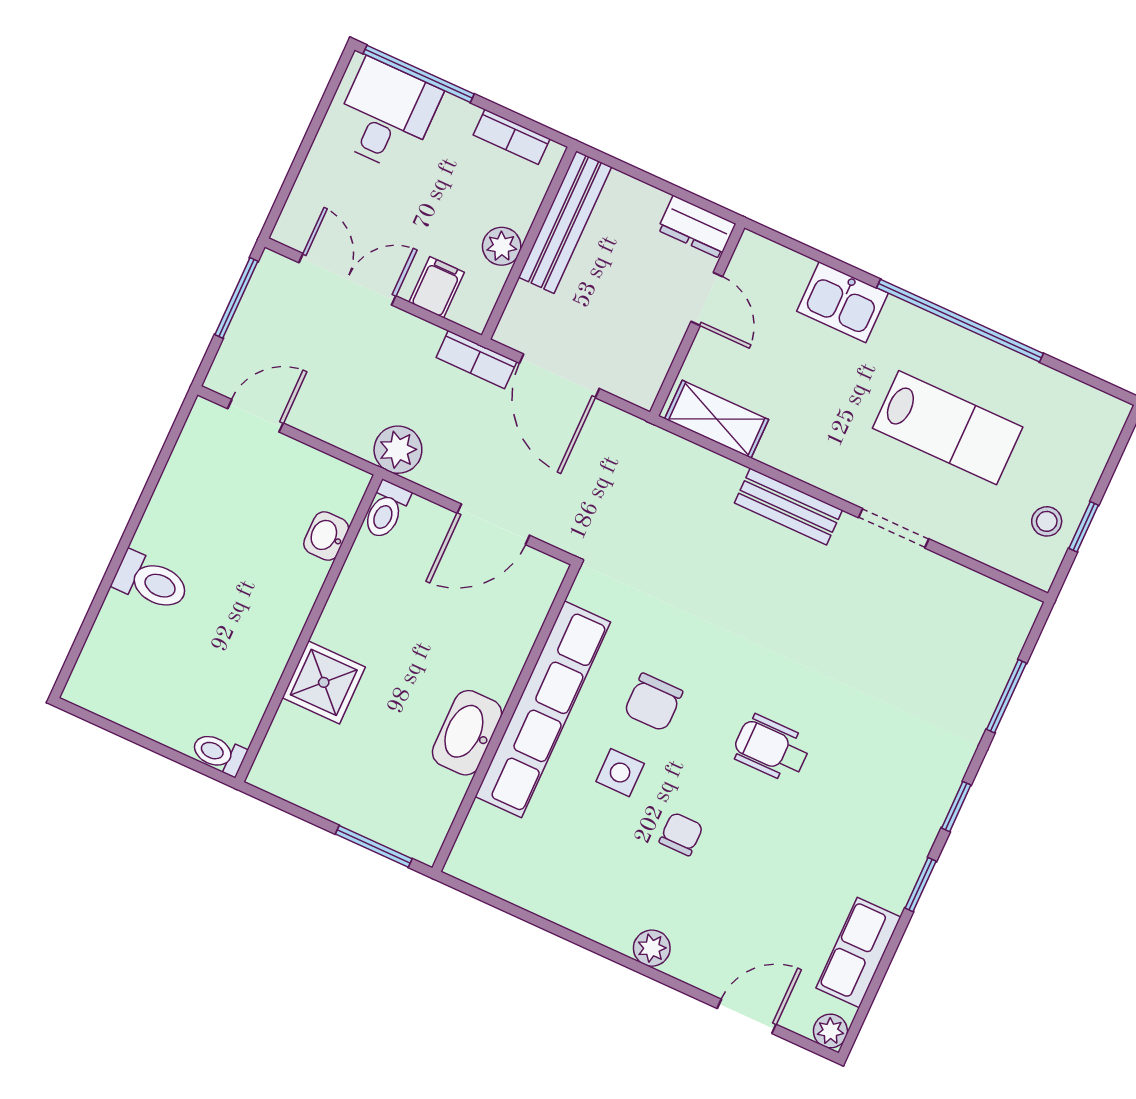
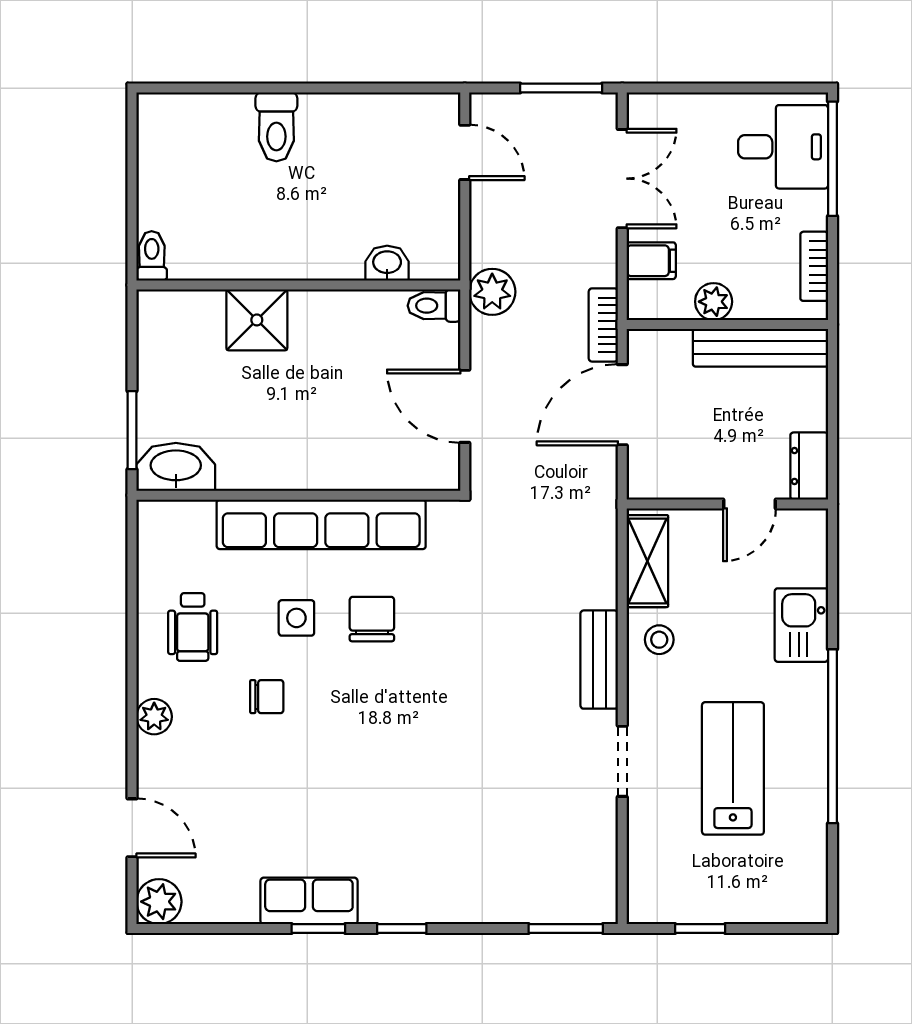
lab bench: (948, 428) -> (733, 768), turned 180
stool: (1047, 521) -> (659, 640), moved
window: (1006, 696) -> (566, 928), moved
chair: (653, 702) -> (372, 619), turned 90
washbasin: (467, 733) -> (176, 467), moved
wheelchair: (771, 748) -> (193, 627), moved, turned 180
row of seats: (858, 952) -> (309, 901), moved
plant: (830, 1031) -> (159, 902), width x1.38, depth x1.38

